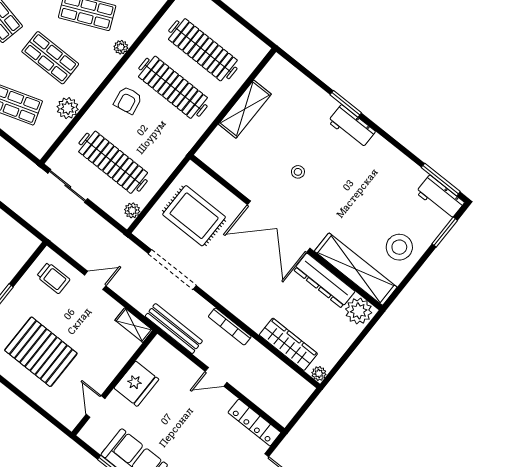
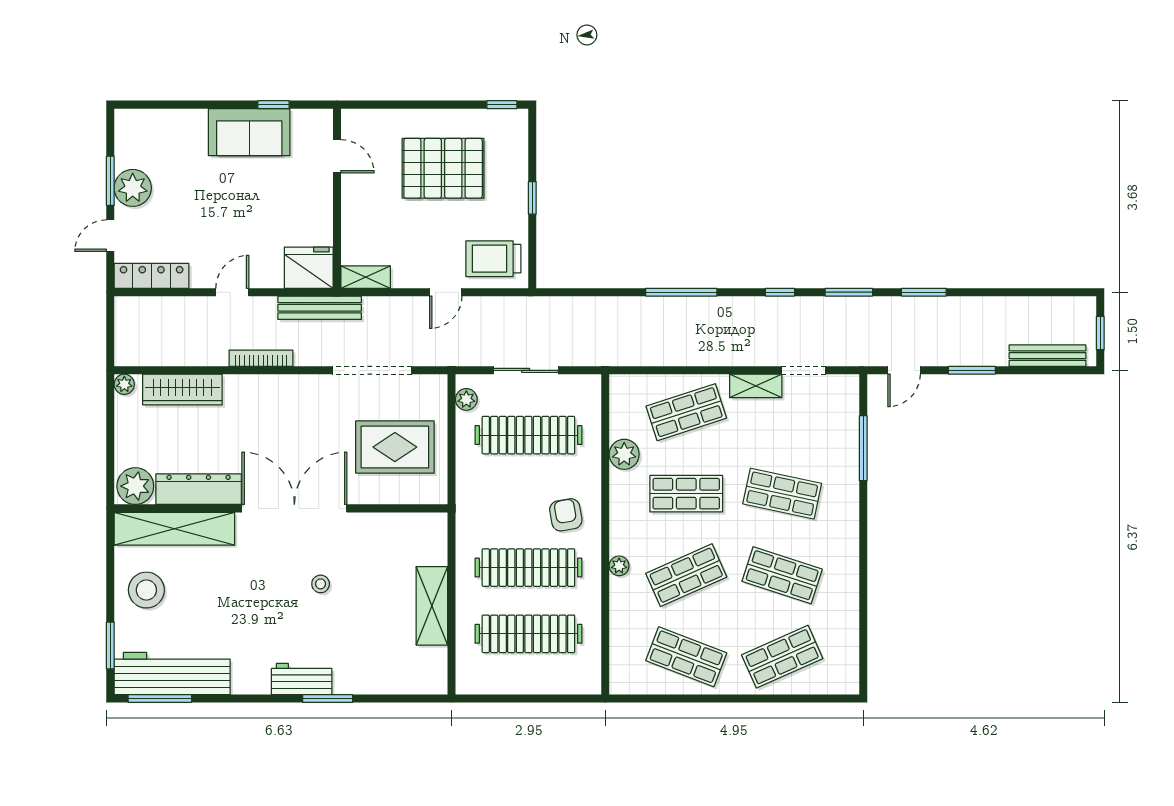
sliding door: (68, 186) -> (526, 370), moved
workbench: (440, 198) -> (172, 674), width x1.88, depth x1.32
trolley: (53, 278) -> (493, 259), width x1.36, depth x1.39
fridge: (136, 384) -> (309, 268), moved, turned 90

